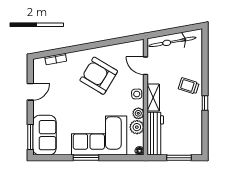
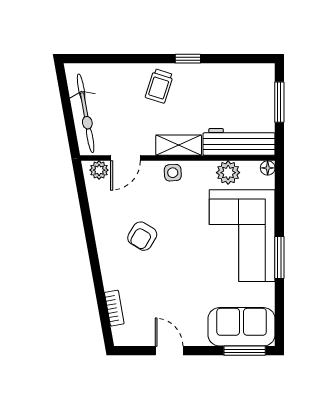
armchair: (99, 76) -> (142, 236), width x0.53, depth x0.53
plant: (138, 113) -> (99, 170), moved

